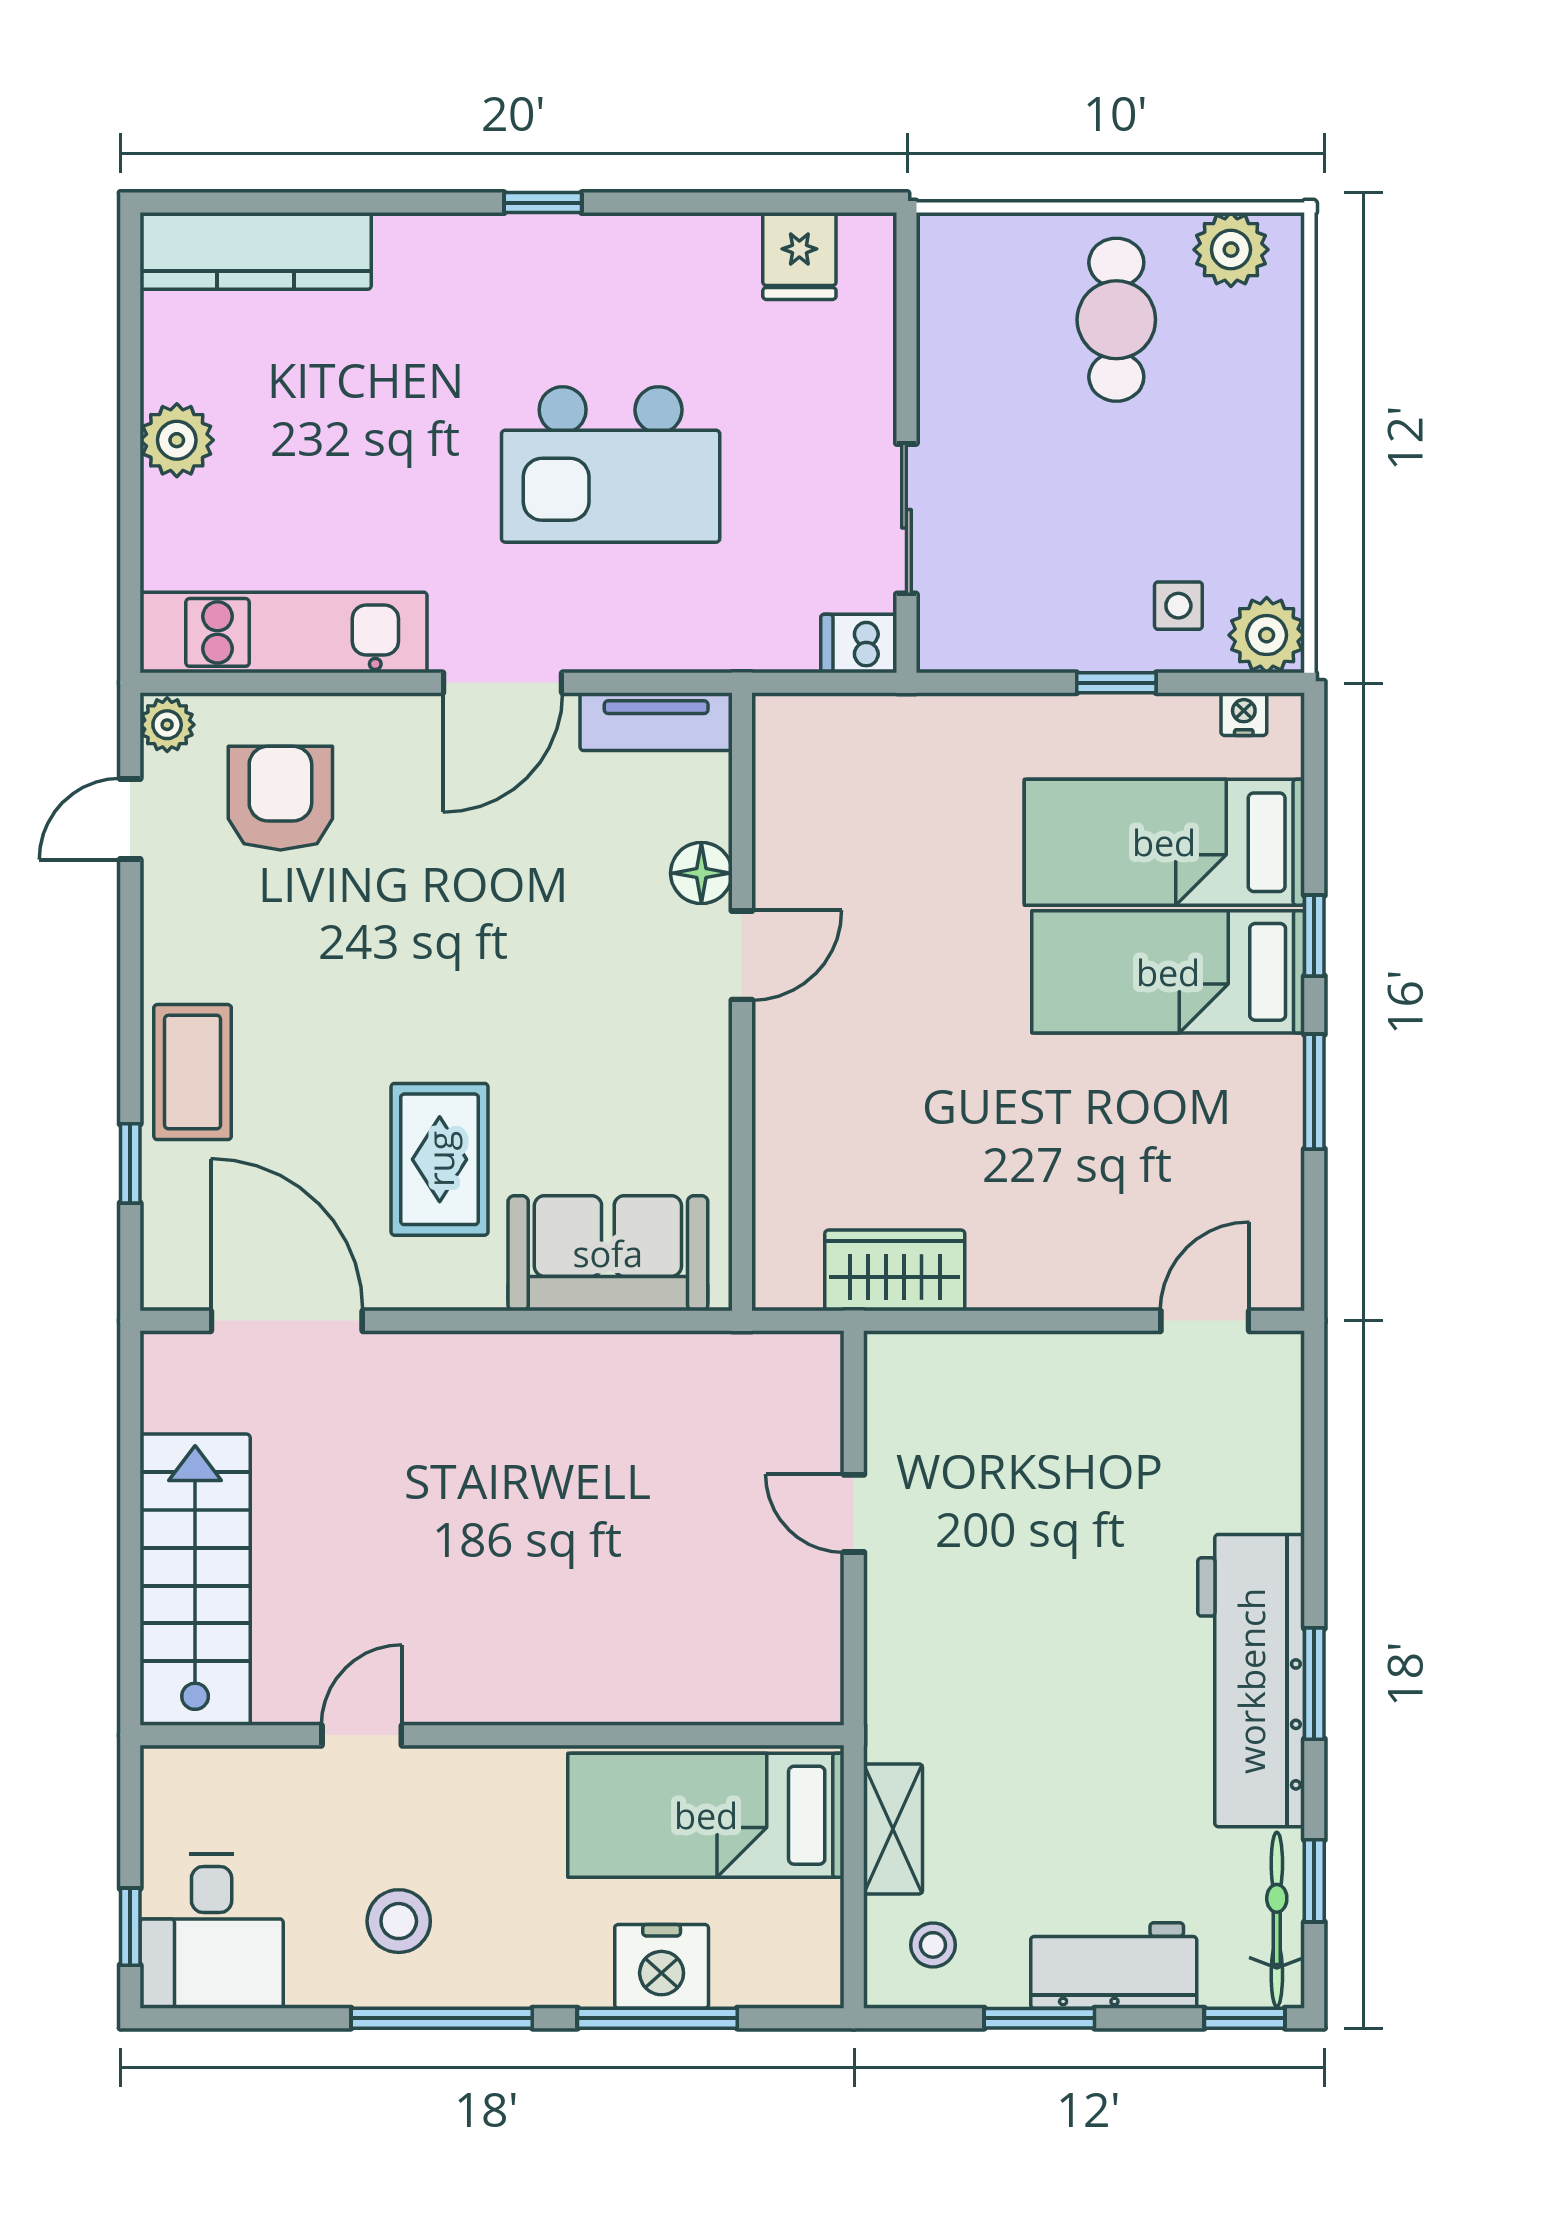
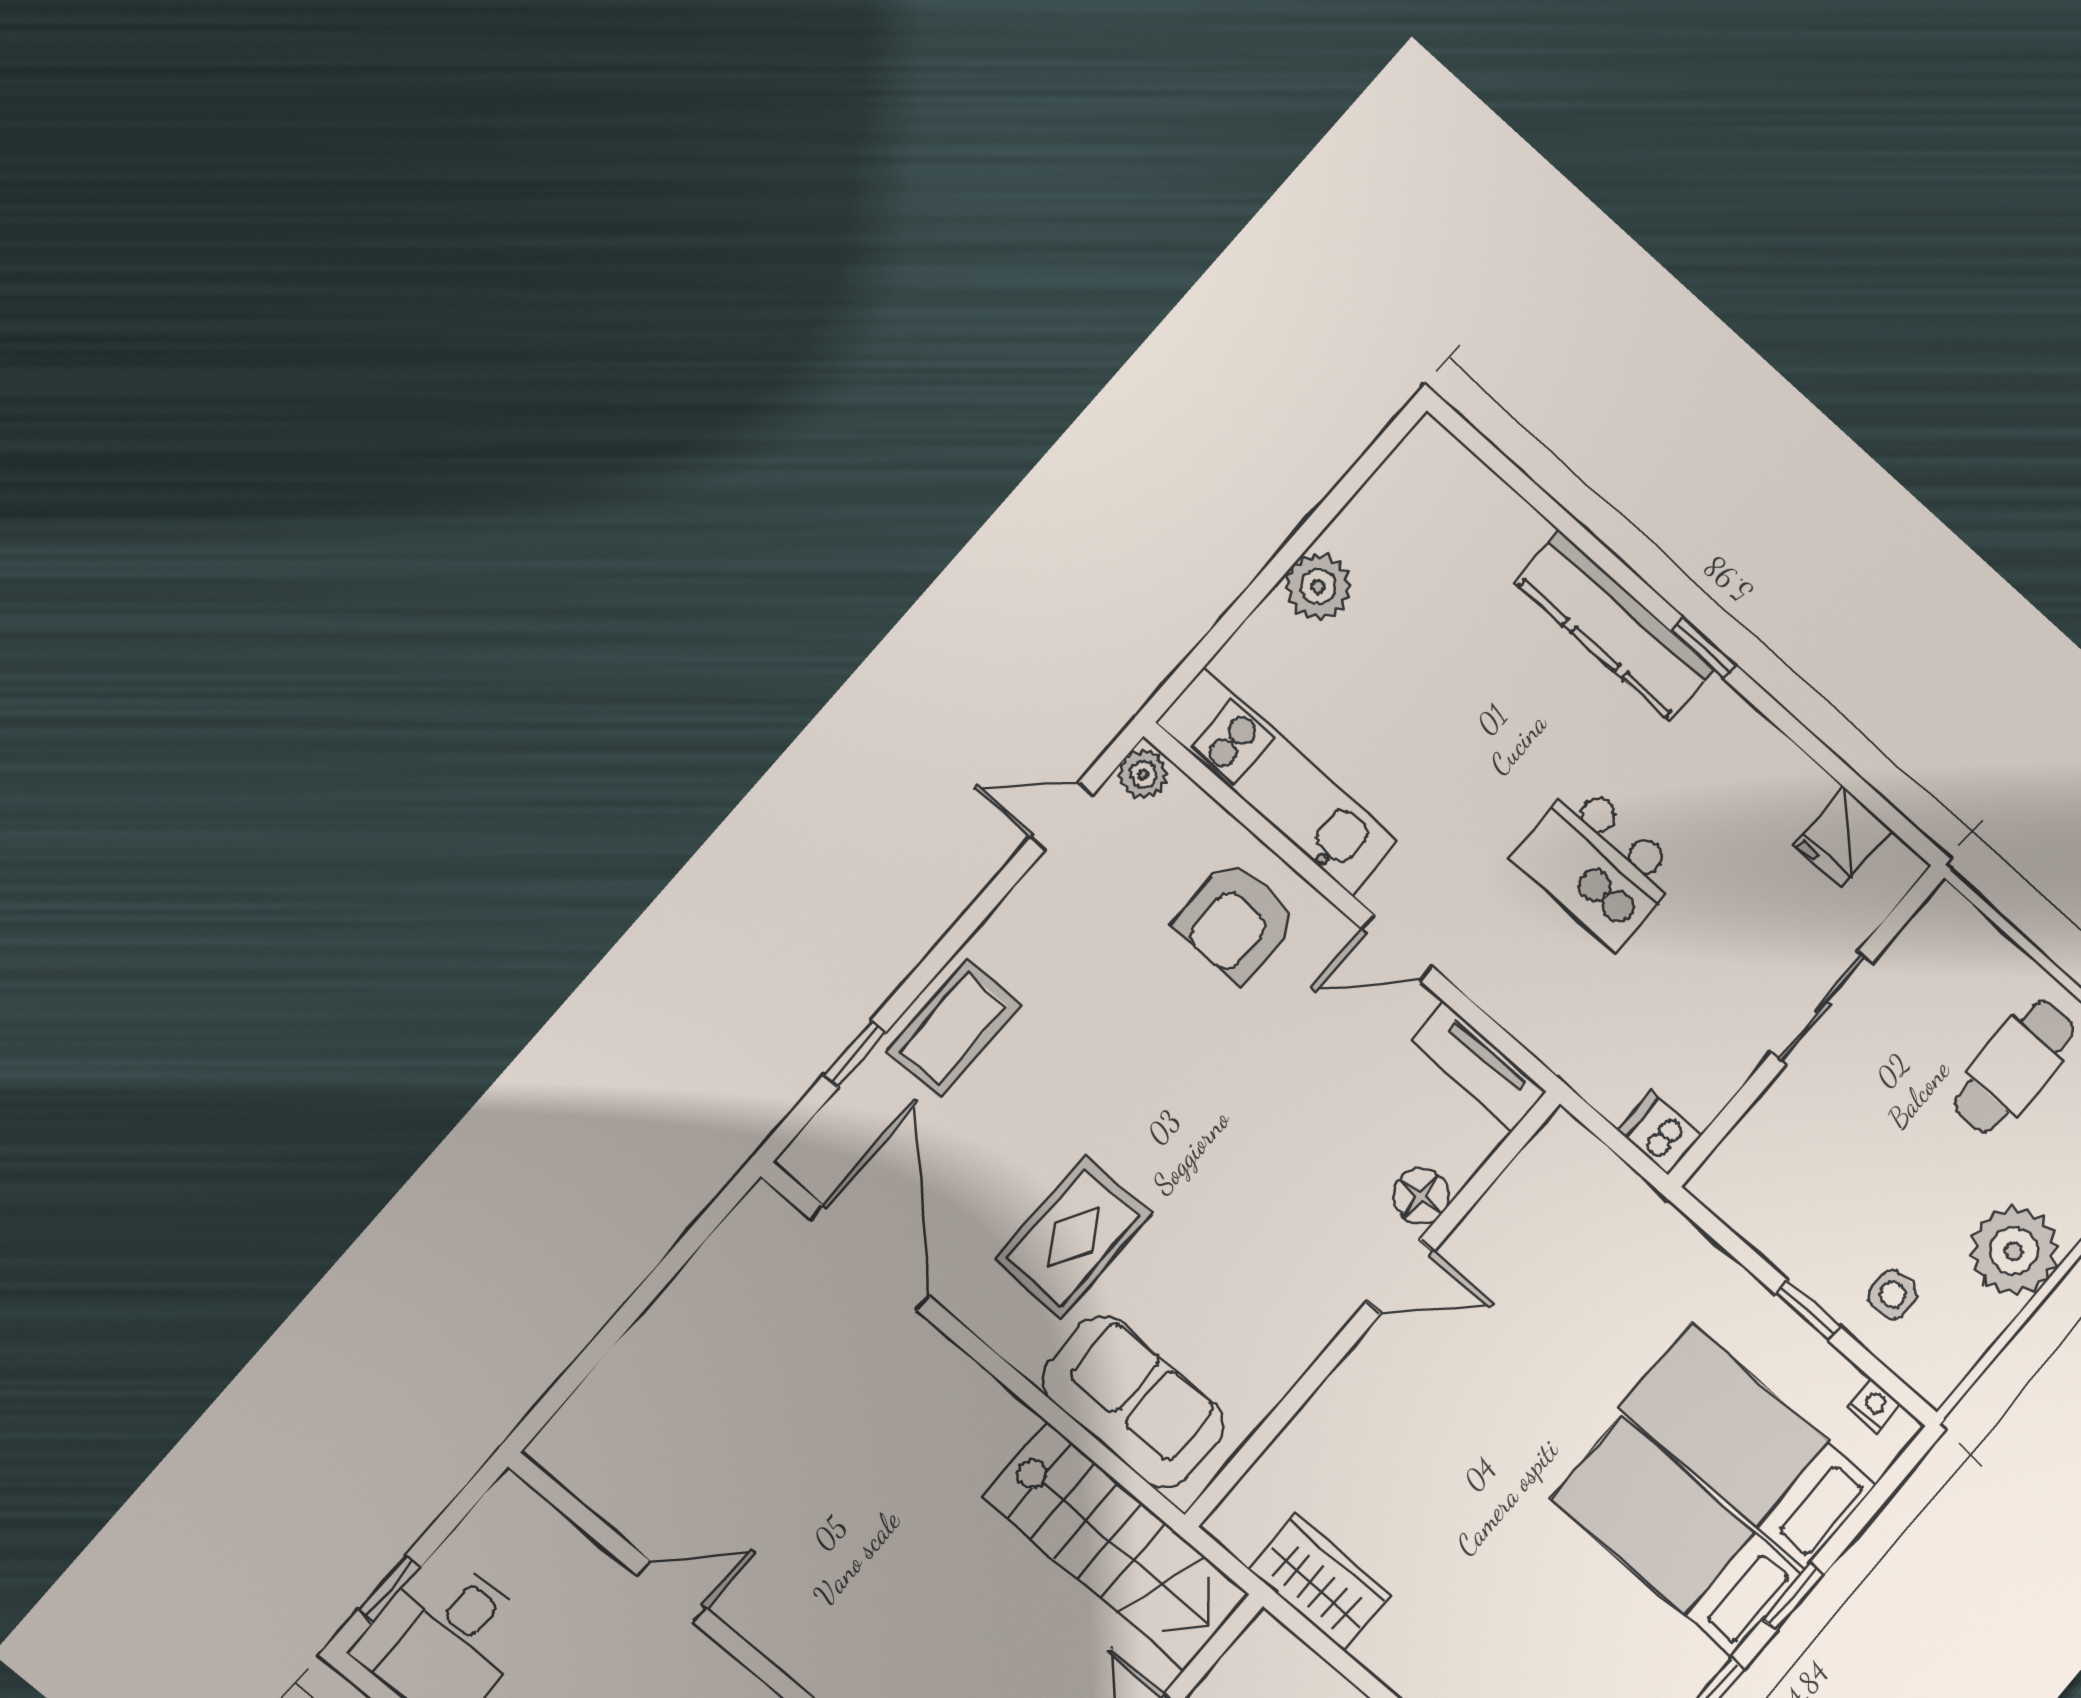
kitchen counter: (256, 251) -> (1615, 626), moved
kitchen island: (611, 464) -> (1597, 865), width x0.73, depth x0.78
sliding door: (906, 519) -> (1822, 1008), moved
plant: (1267, 635) -> (2014, 1251), moved, width x1.36, depth x1.36
door: (503, 683) -> (1397, 948), width x0.73
armchair: (280, 798) -> (1236, 921), moved, turned 180
stairs: (195, 1580) -> (1116, 1546), moved, turned 90

